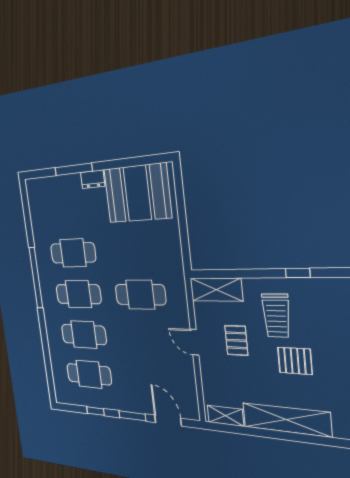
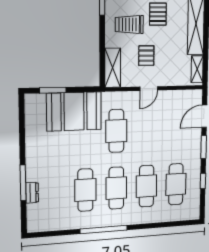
dresser: (93, 179) -> (32, 193), moved
booth: (137, 193) -> (74, 111), moved, turned 90
window: (181, 202) -> (53, 90), added
trolley: (276, 316) -> (129, 25), turned 180
pallet: (236, 340) -> (146, 56), turned 90

